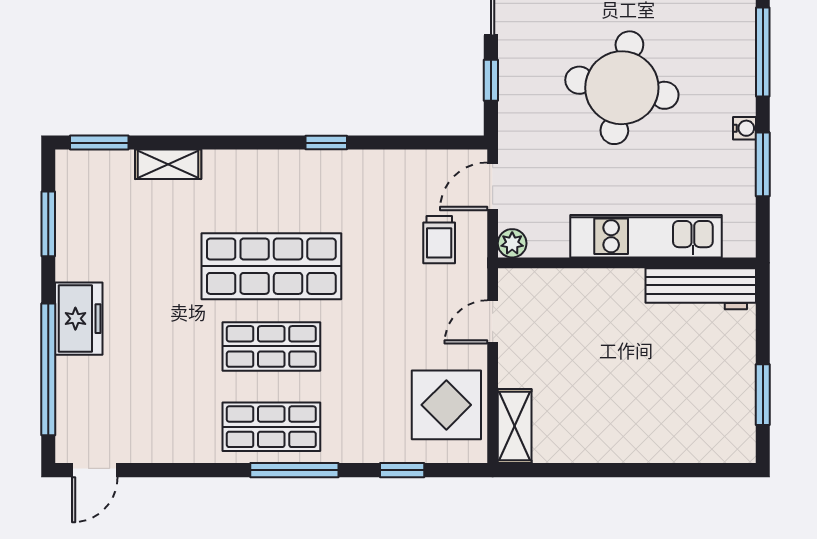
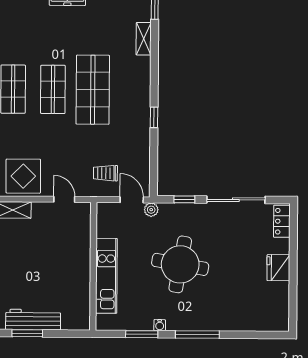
plant: (512, 243) -> (151, 210), moved
workbench: (701, 289) -> (33, 320), moved, turned 90

